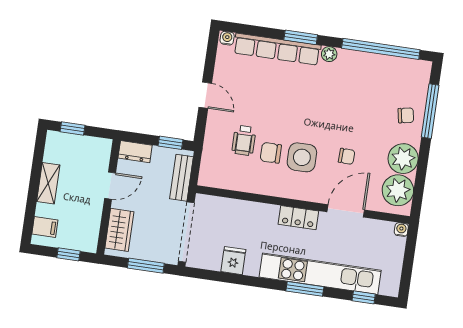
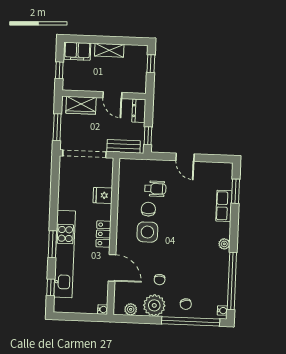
window: (301, 37) -> (236, 191), moved
water cooler: (227, 38) -> (222, 311), moved
row of seats: (277, 49) -> (224, 206), width x0.50
door: (205, 95) -> (185, 157), hinge flipped
window: (430, 111) -> (191, 321), width x1.46
wheelchair: (244, 140) -> (155, 189), turned 180
chair: (347, 156) -> (160, 280), moved
plant: (398, 190) -> (131, 309), width x0.53, depth x0.53
filing cabinet: (45, 227) -> (77, 51), width x2.00
fridge: (233, 261) -> (103, 195), moved, turned 180

